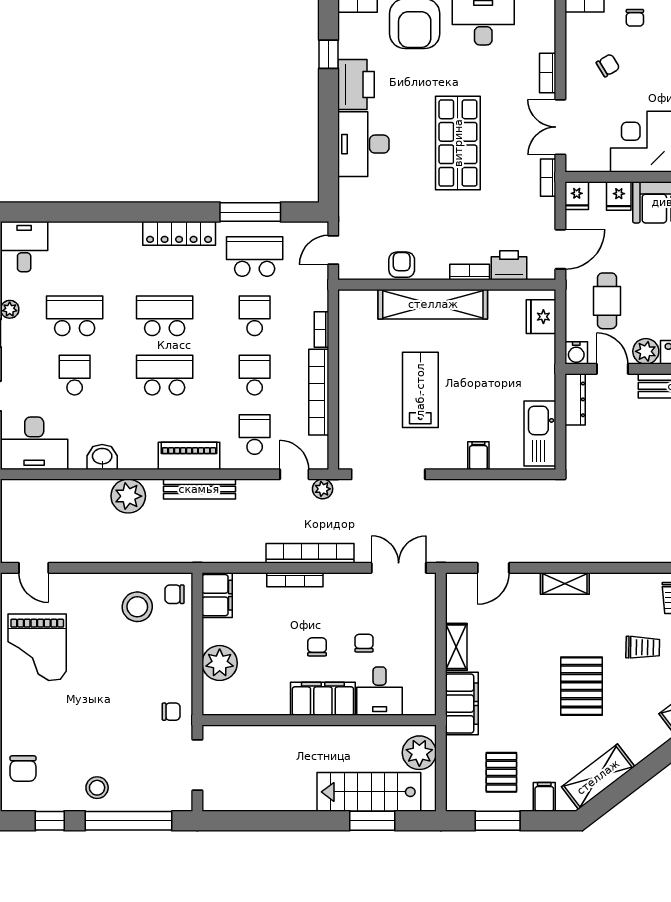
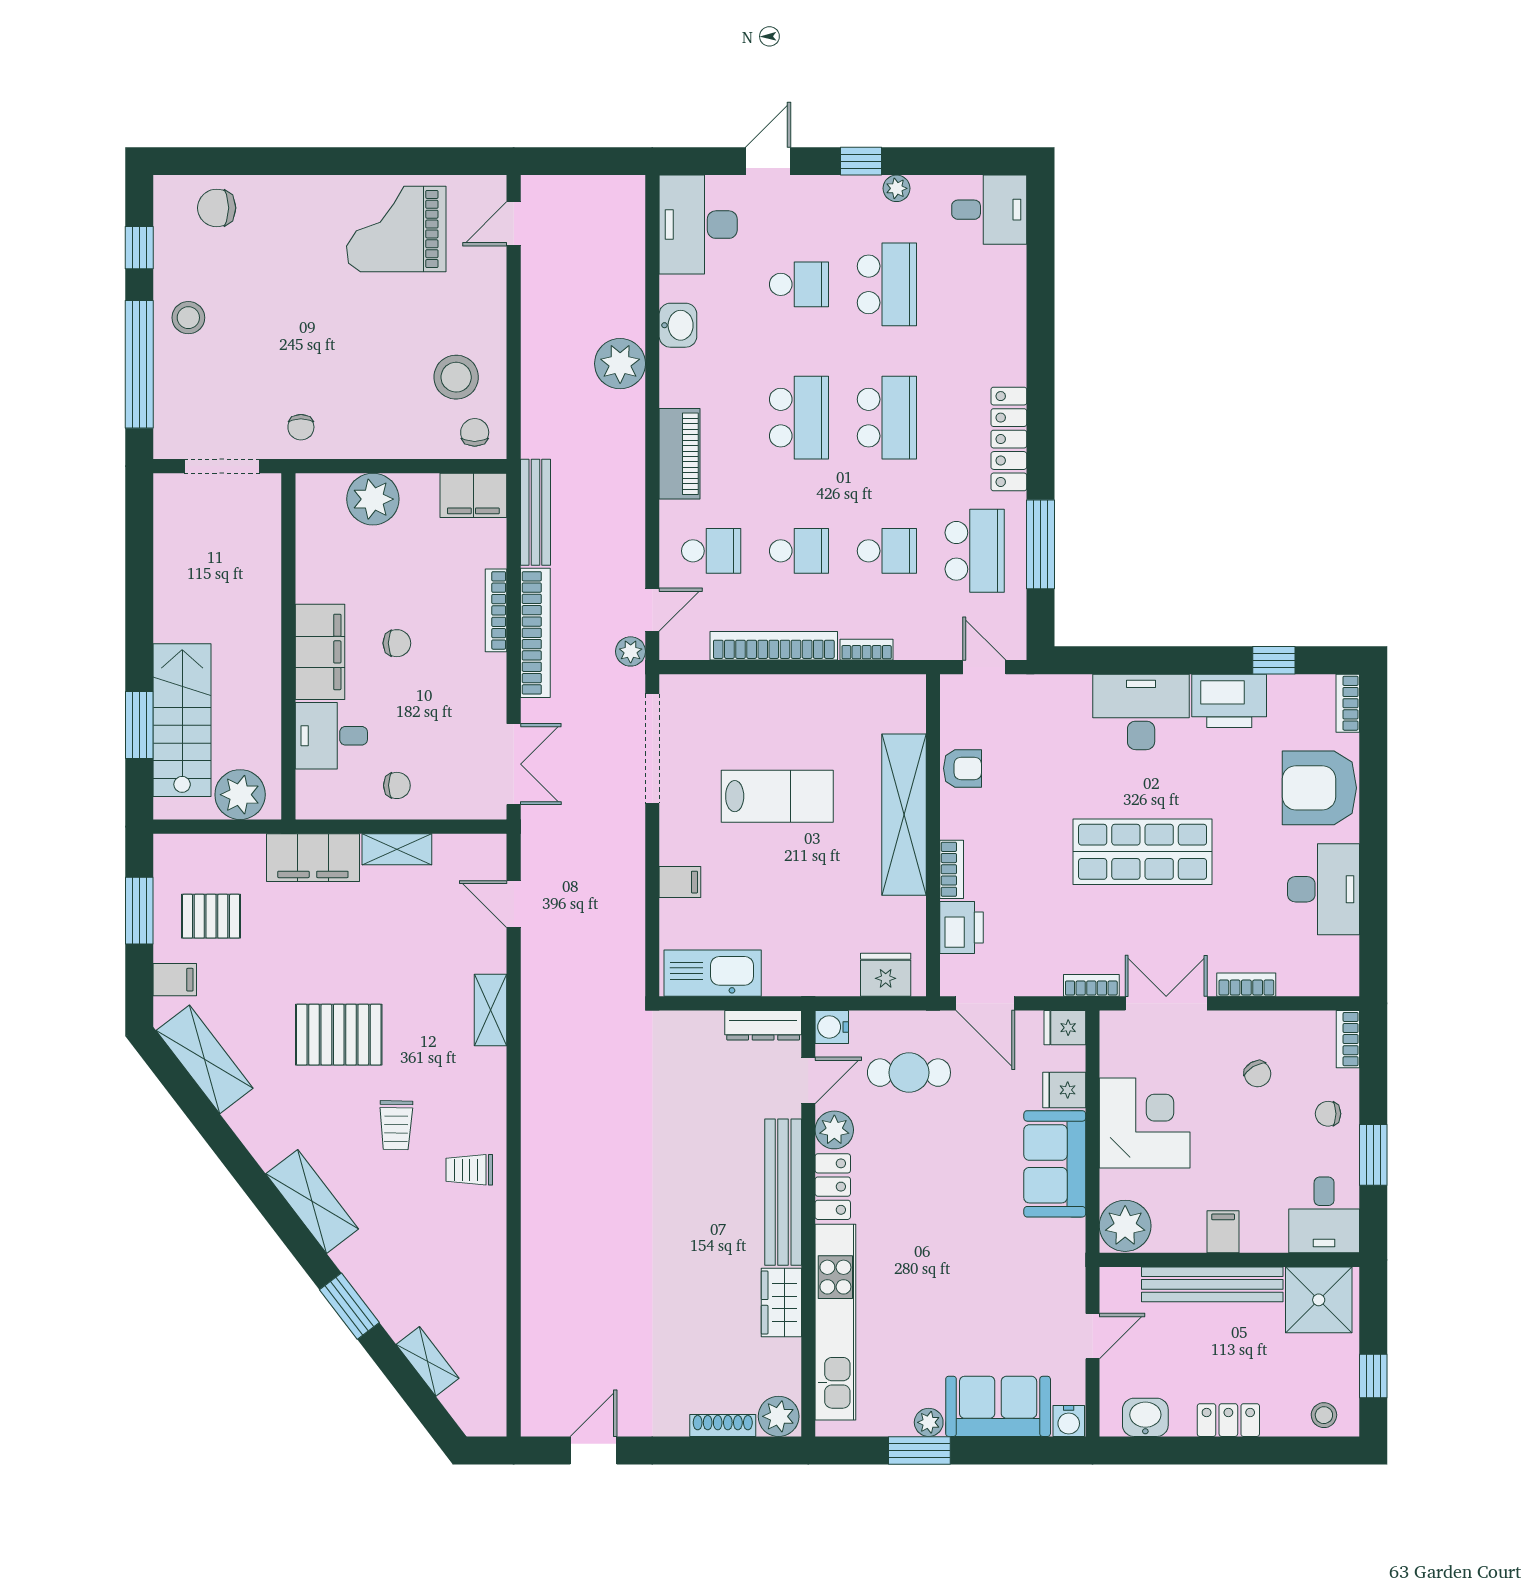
bench: (199, 489) -> (535, 512), moved
chair: (364, 643) -> (397, 785), moved

